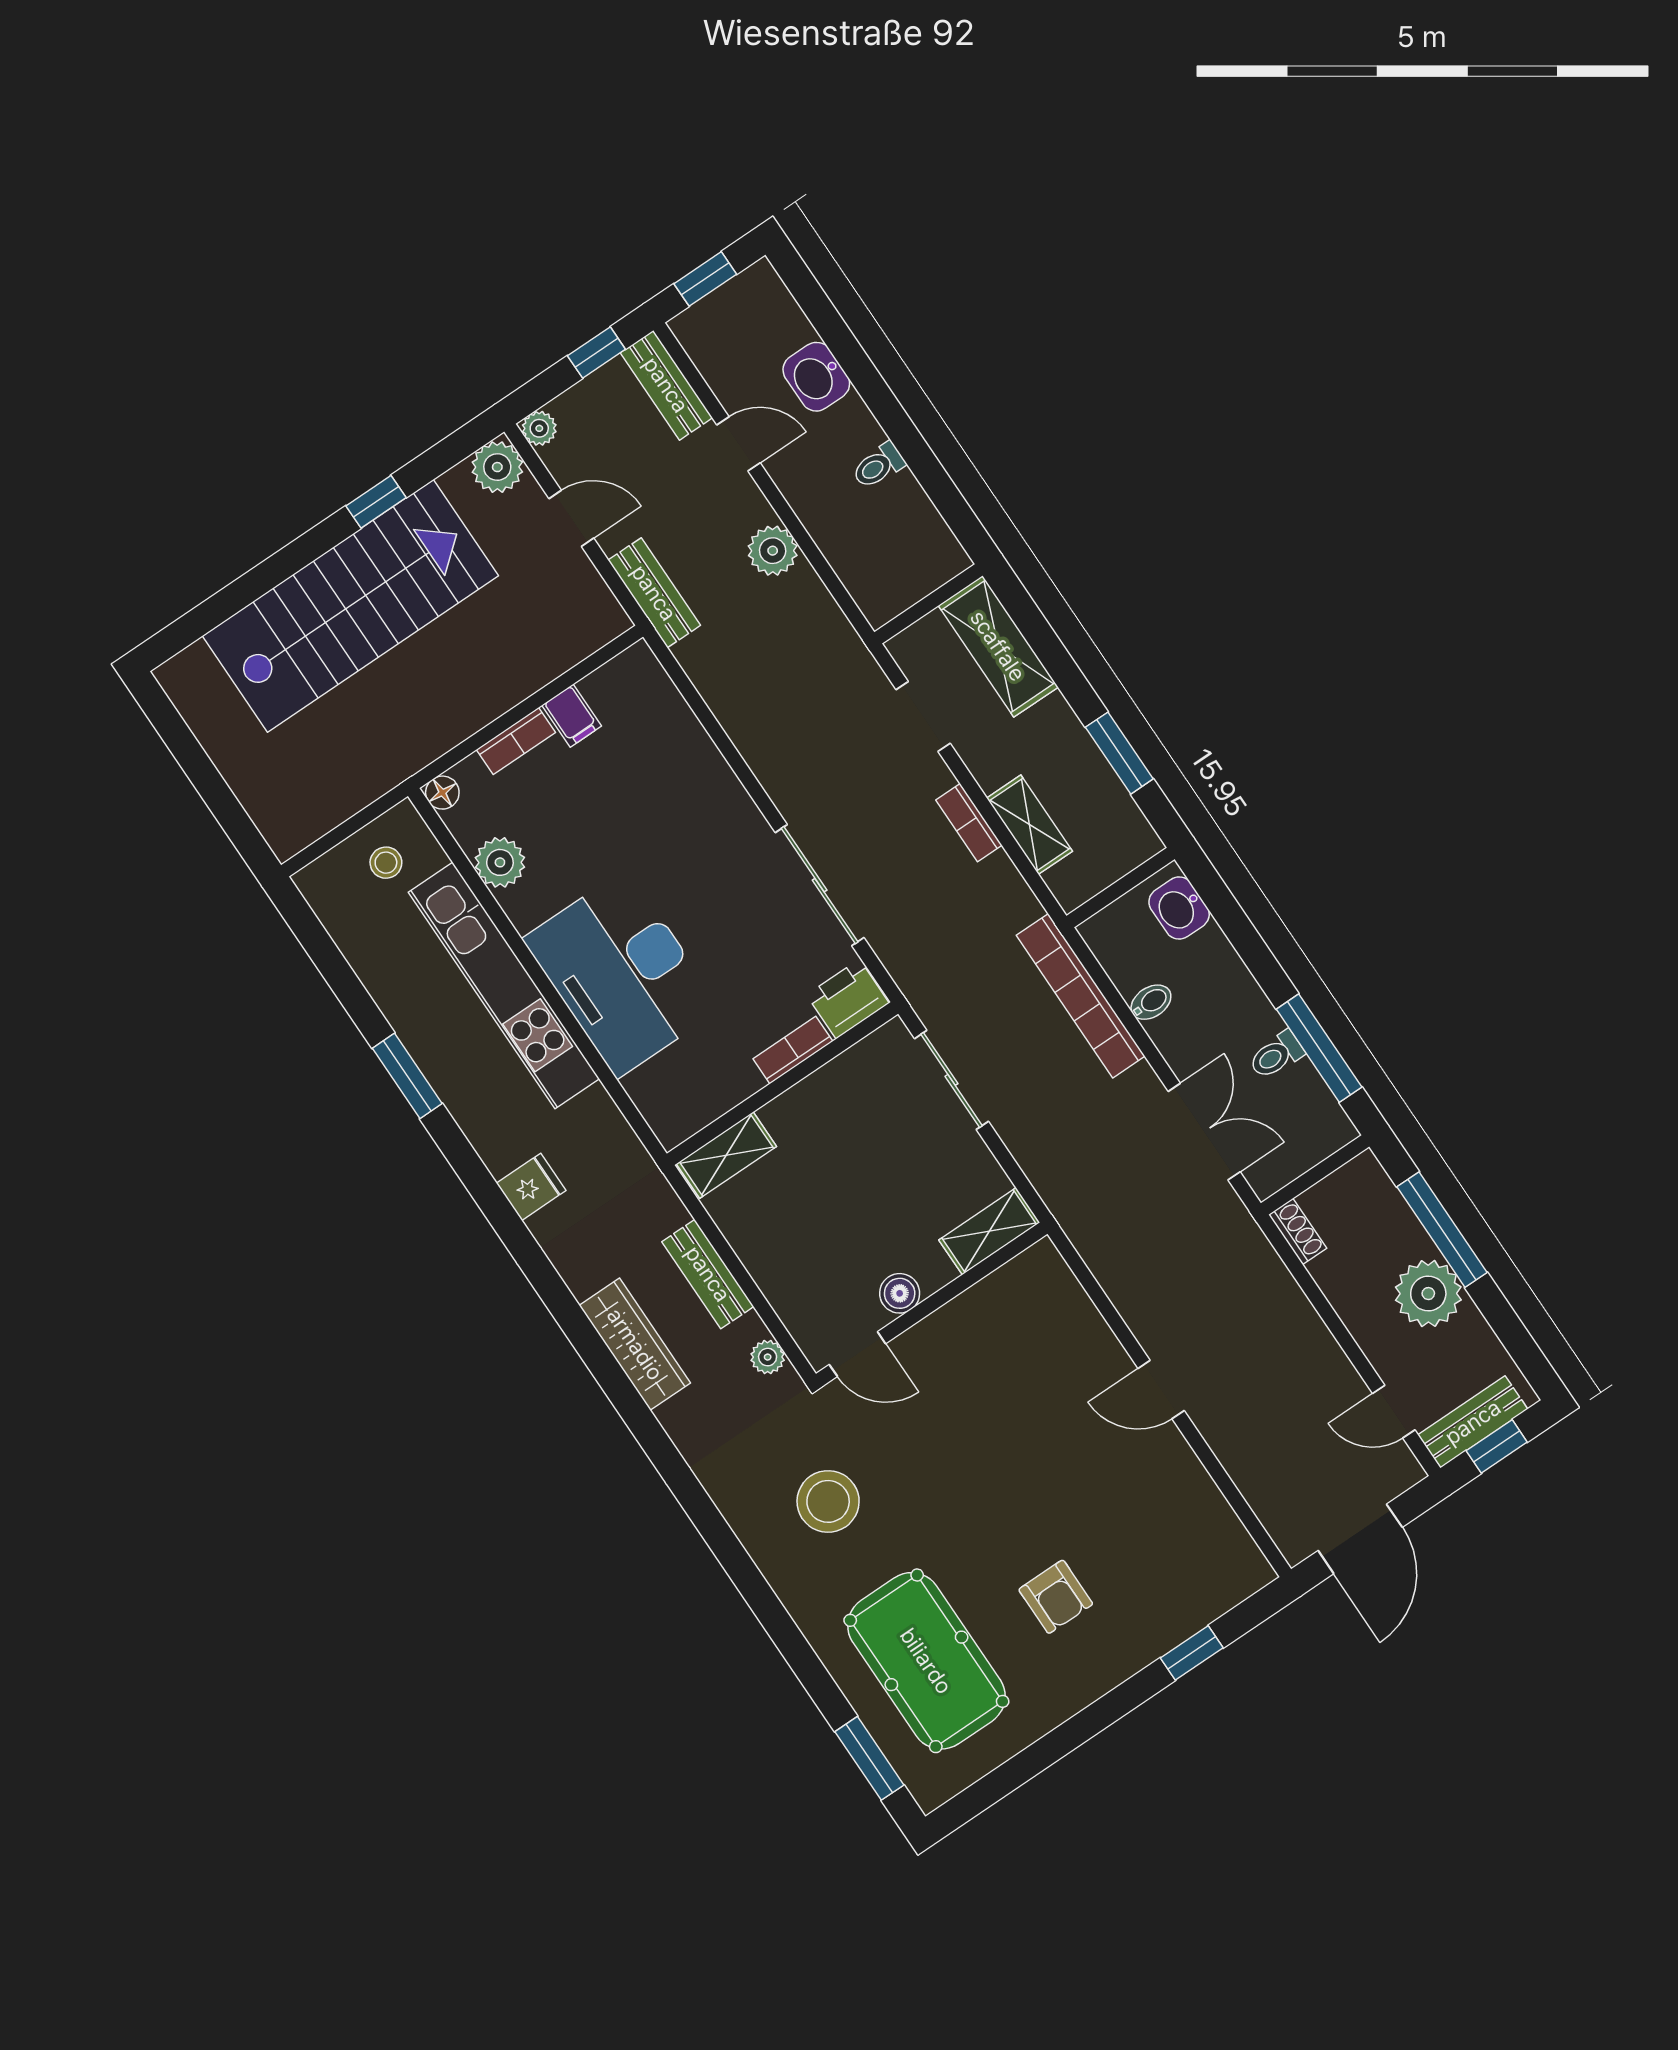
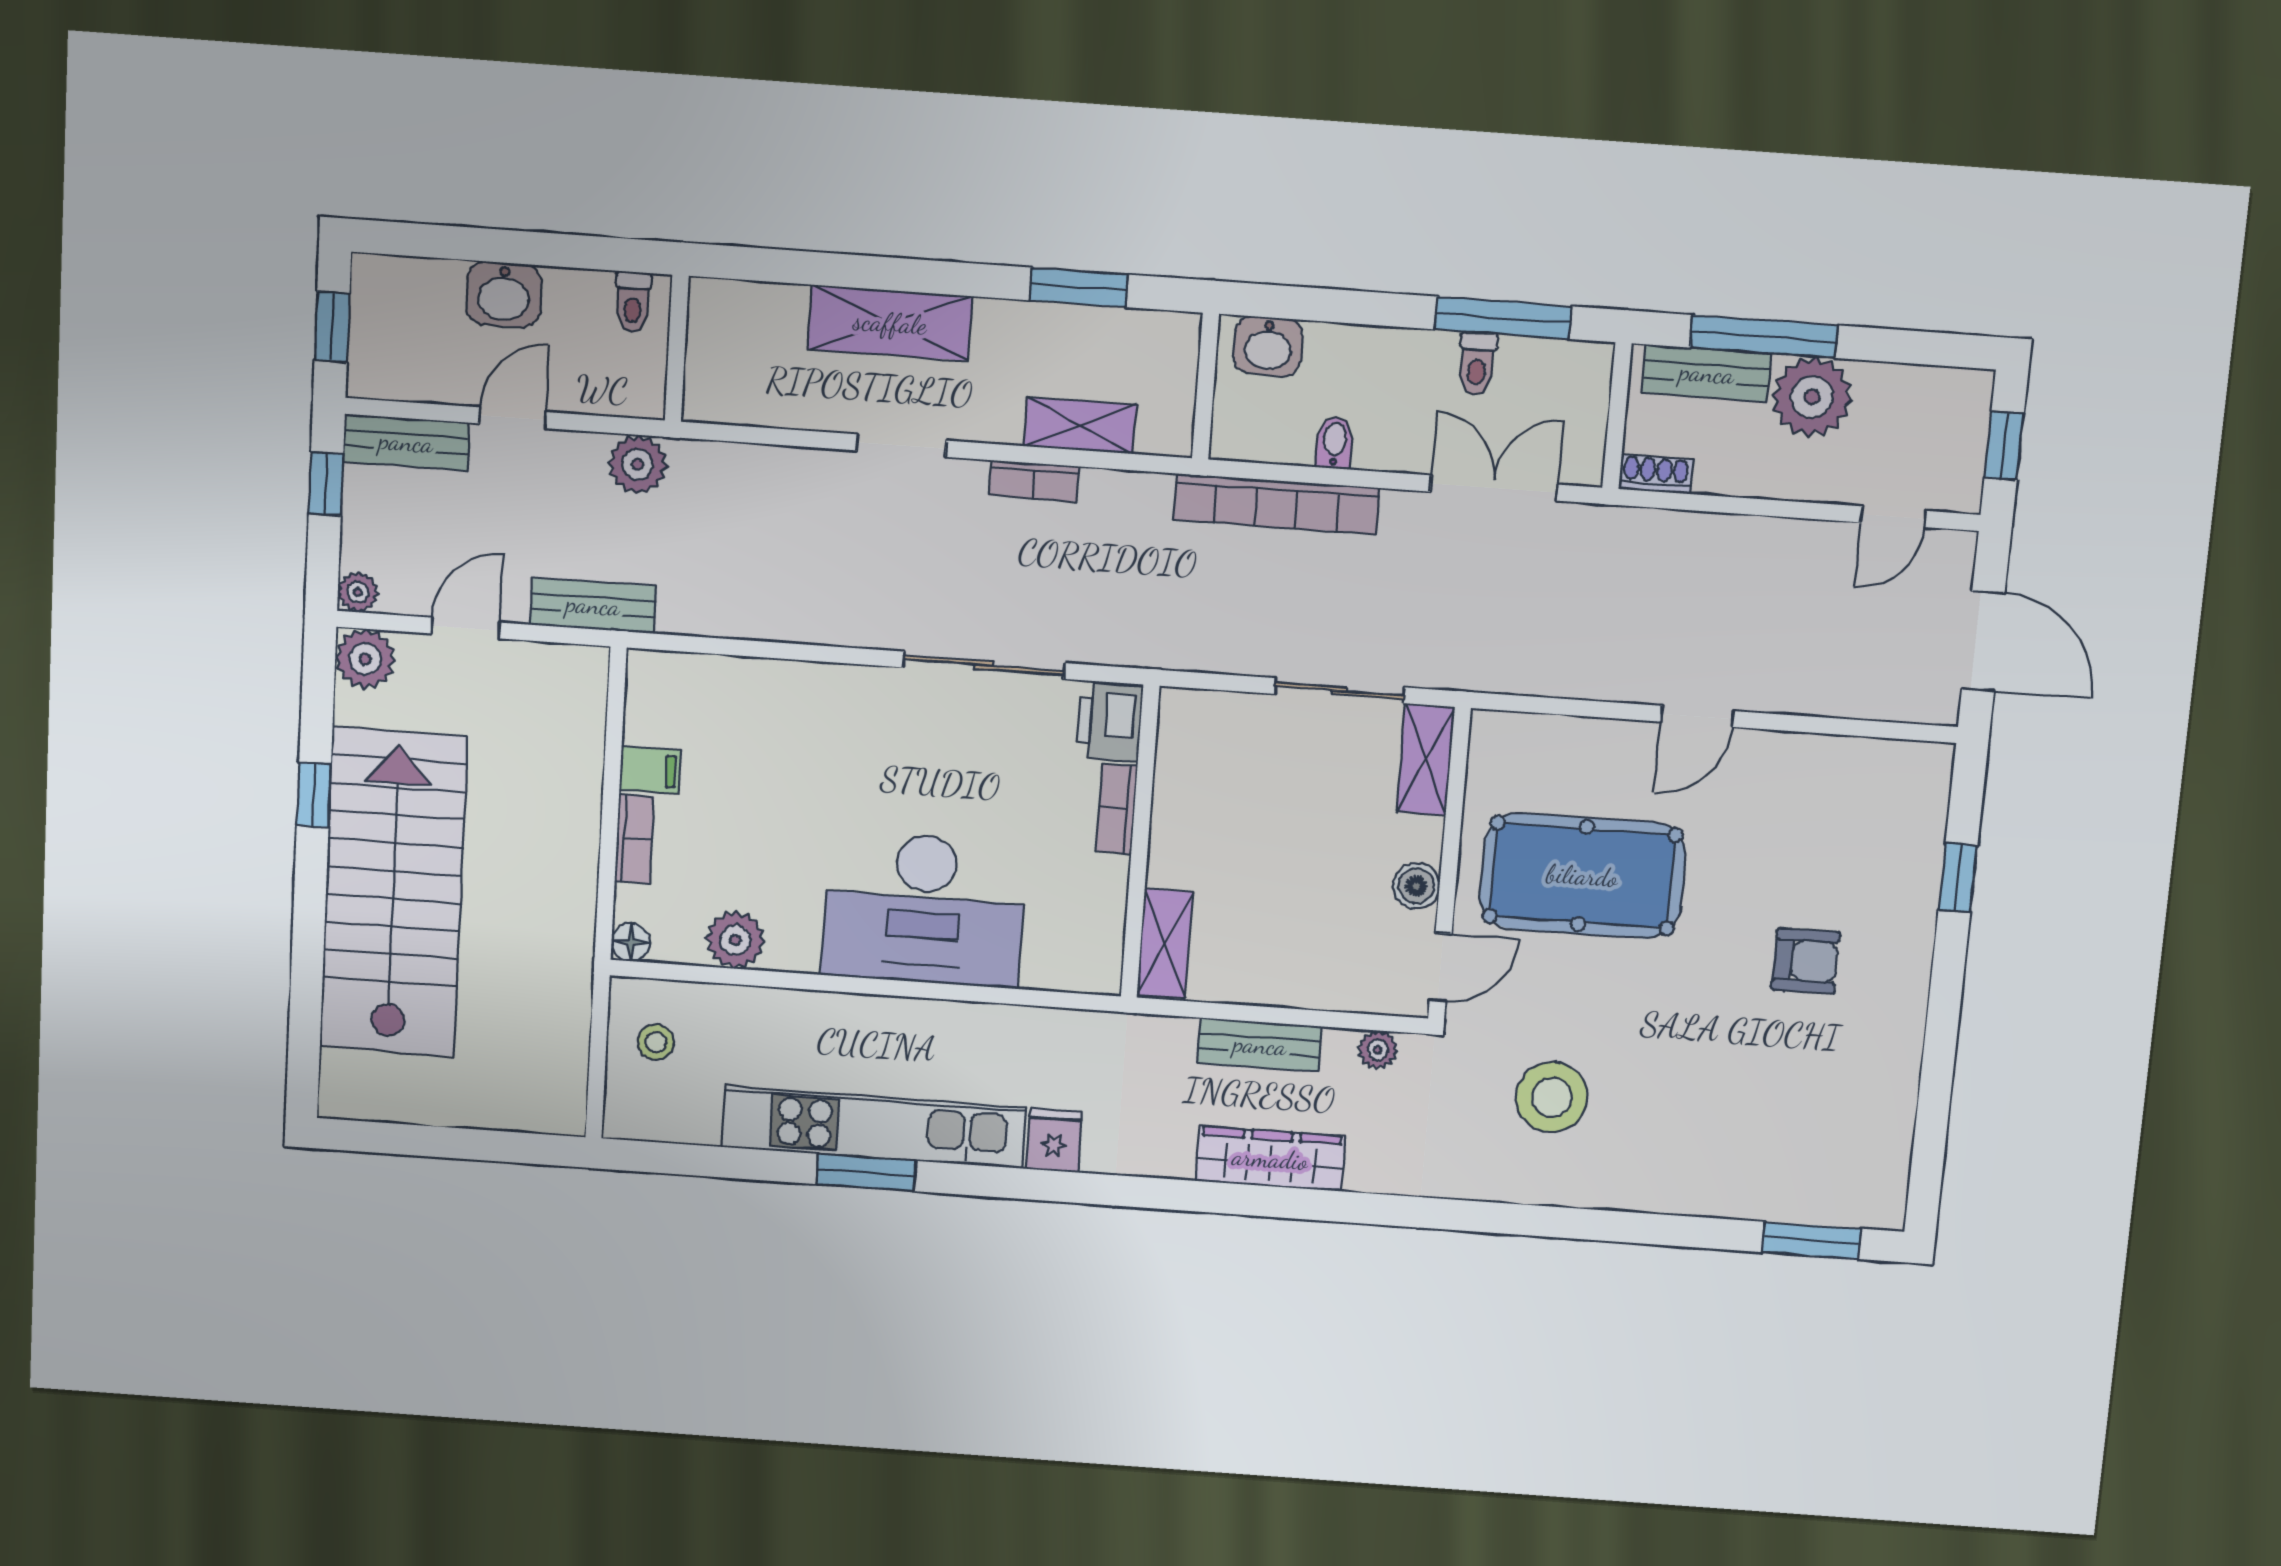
wall: (929, 604) -> (677, 348), moved
kitchen unit: (504, 985) -> (874, 1127), moved, turned 180
sliding door: (951, 1080) -> (1339, 691), moved
bench: (1473, 1422) -> (1707, 373), moved, turned 90
pool table: (926, 1661) -> (1582, 876), moved

